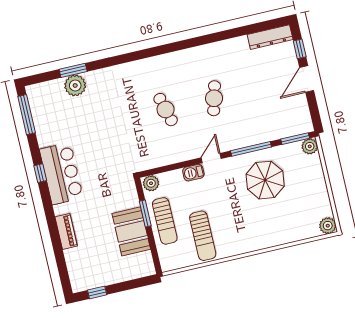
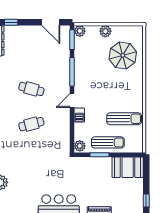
door: (307, 79) -> (51, 22), moved
door: (211, 158) -> (72, 101), hinge flipped
parasol: (265, 180) -> (123, 55), moved
plant: (328, 226) -> (105, 31), moved
booth: (131, 231) -> (128, 167), moved

